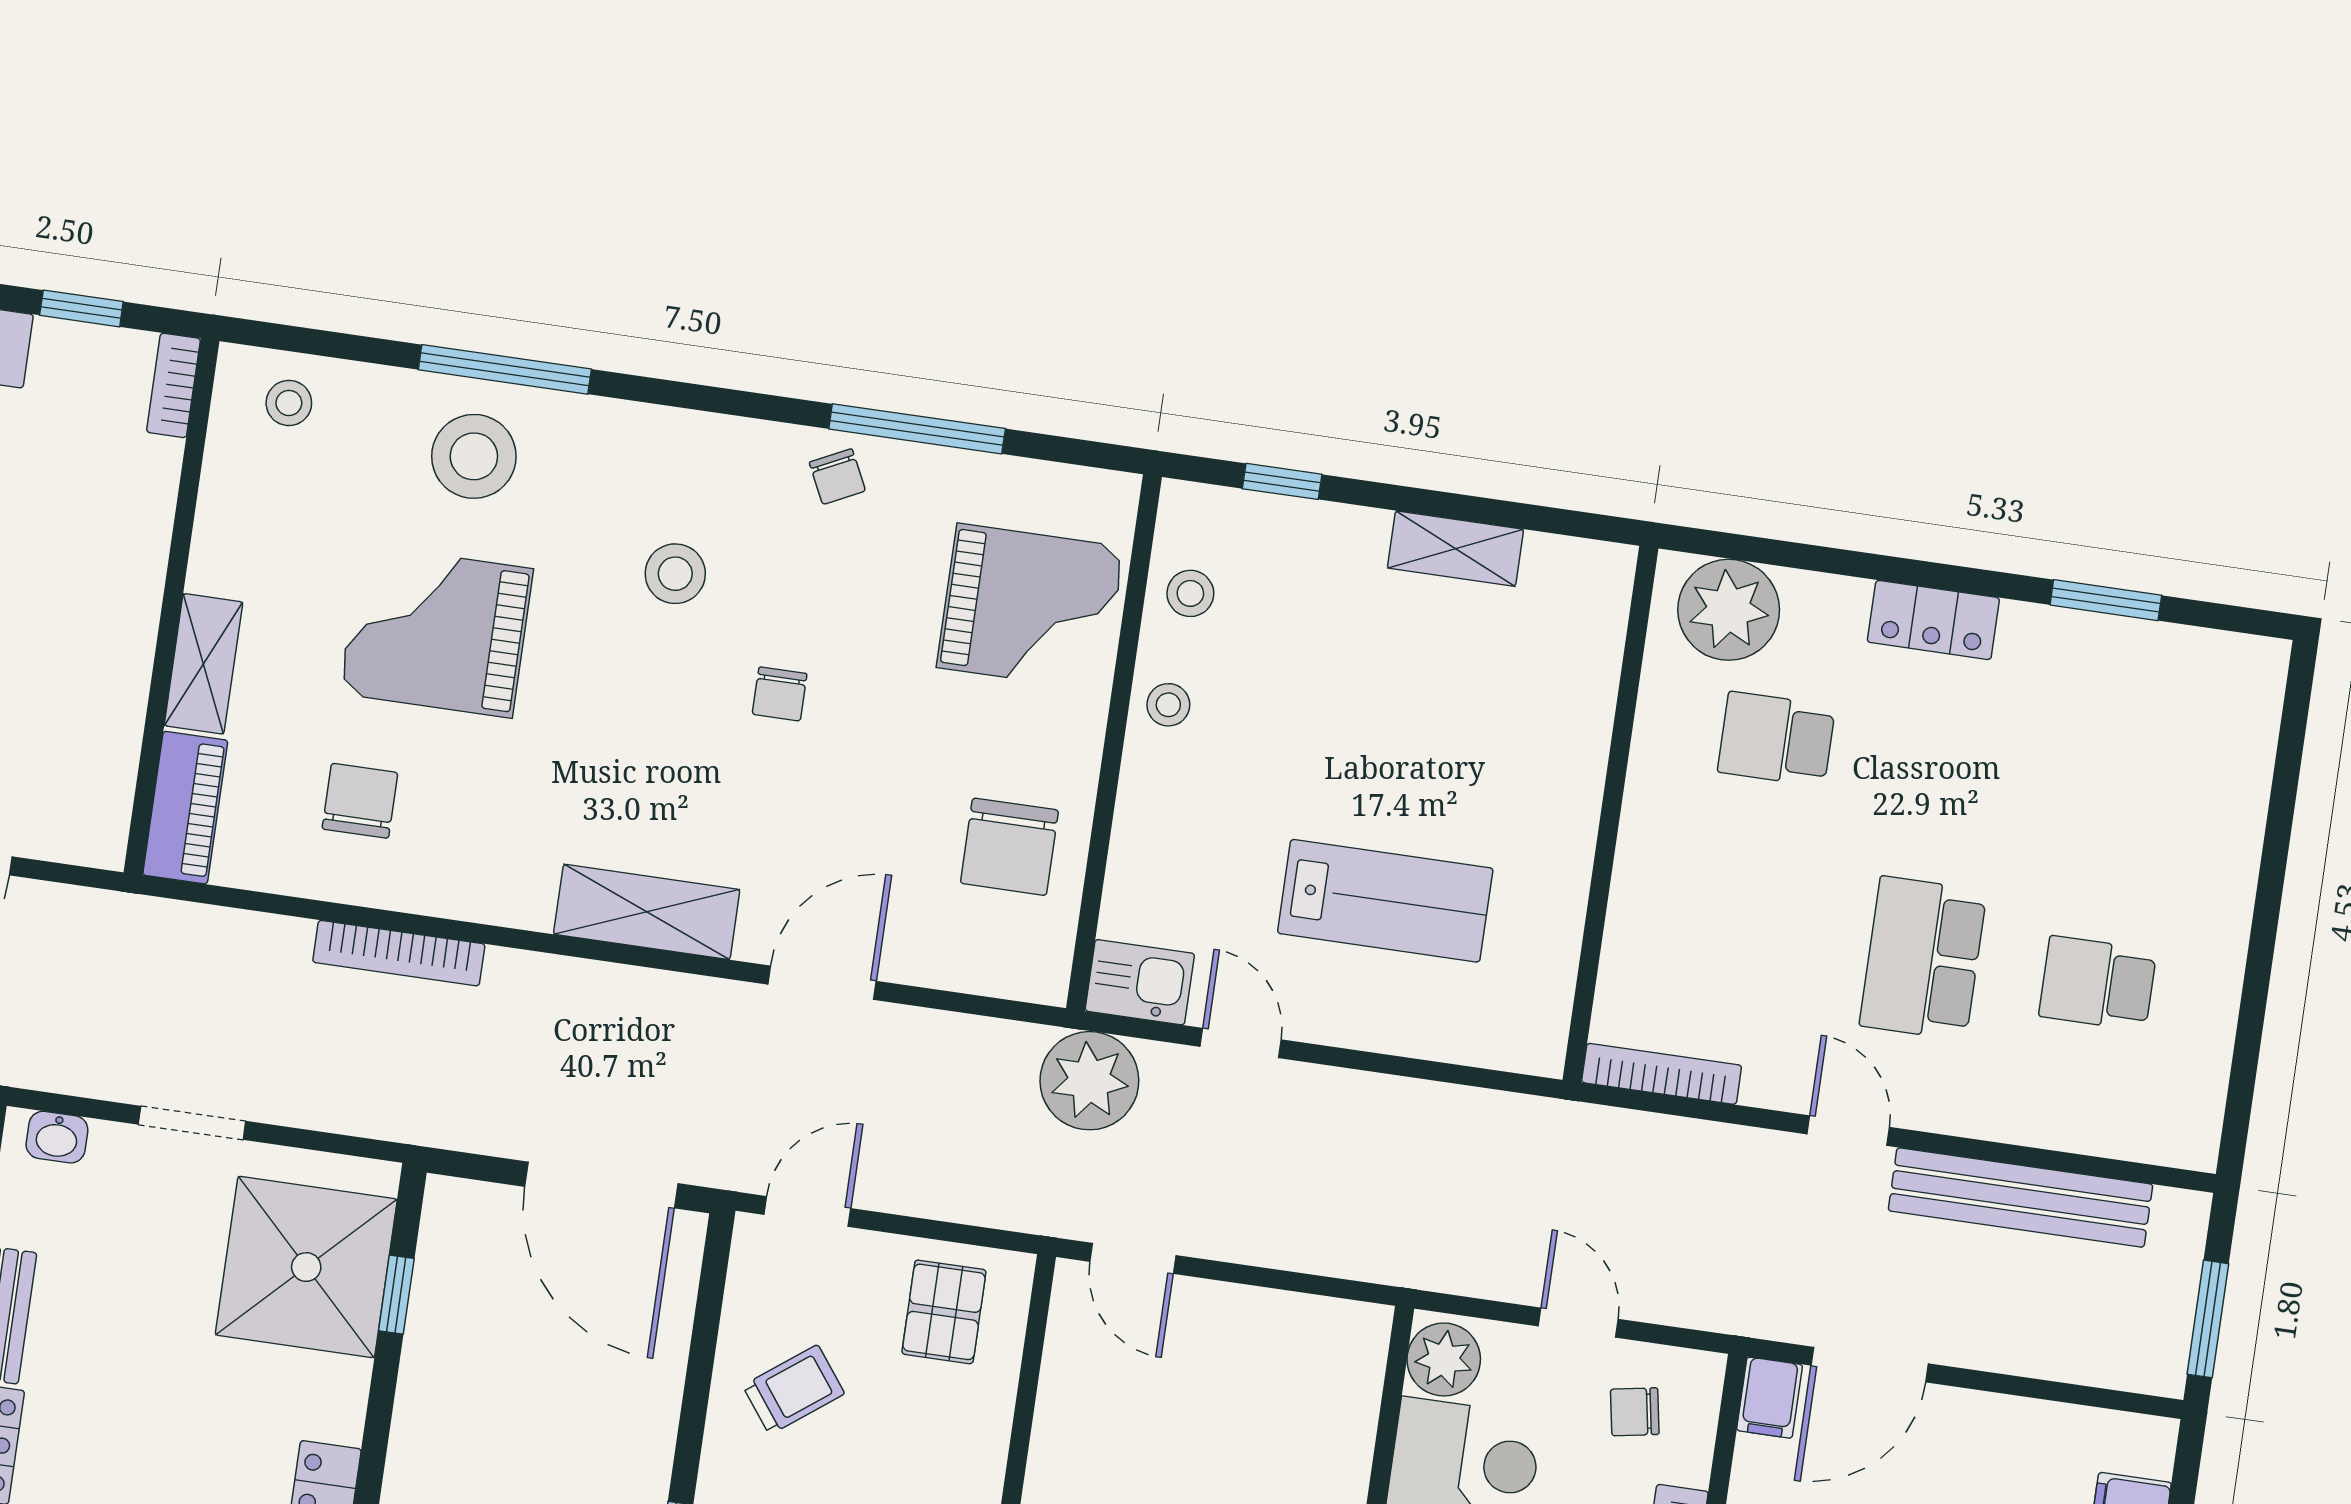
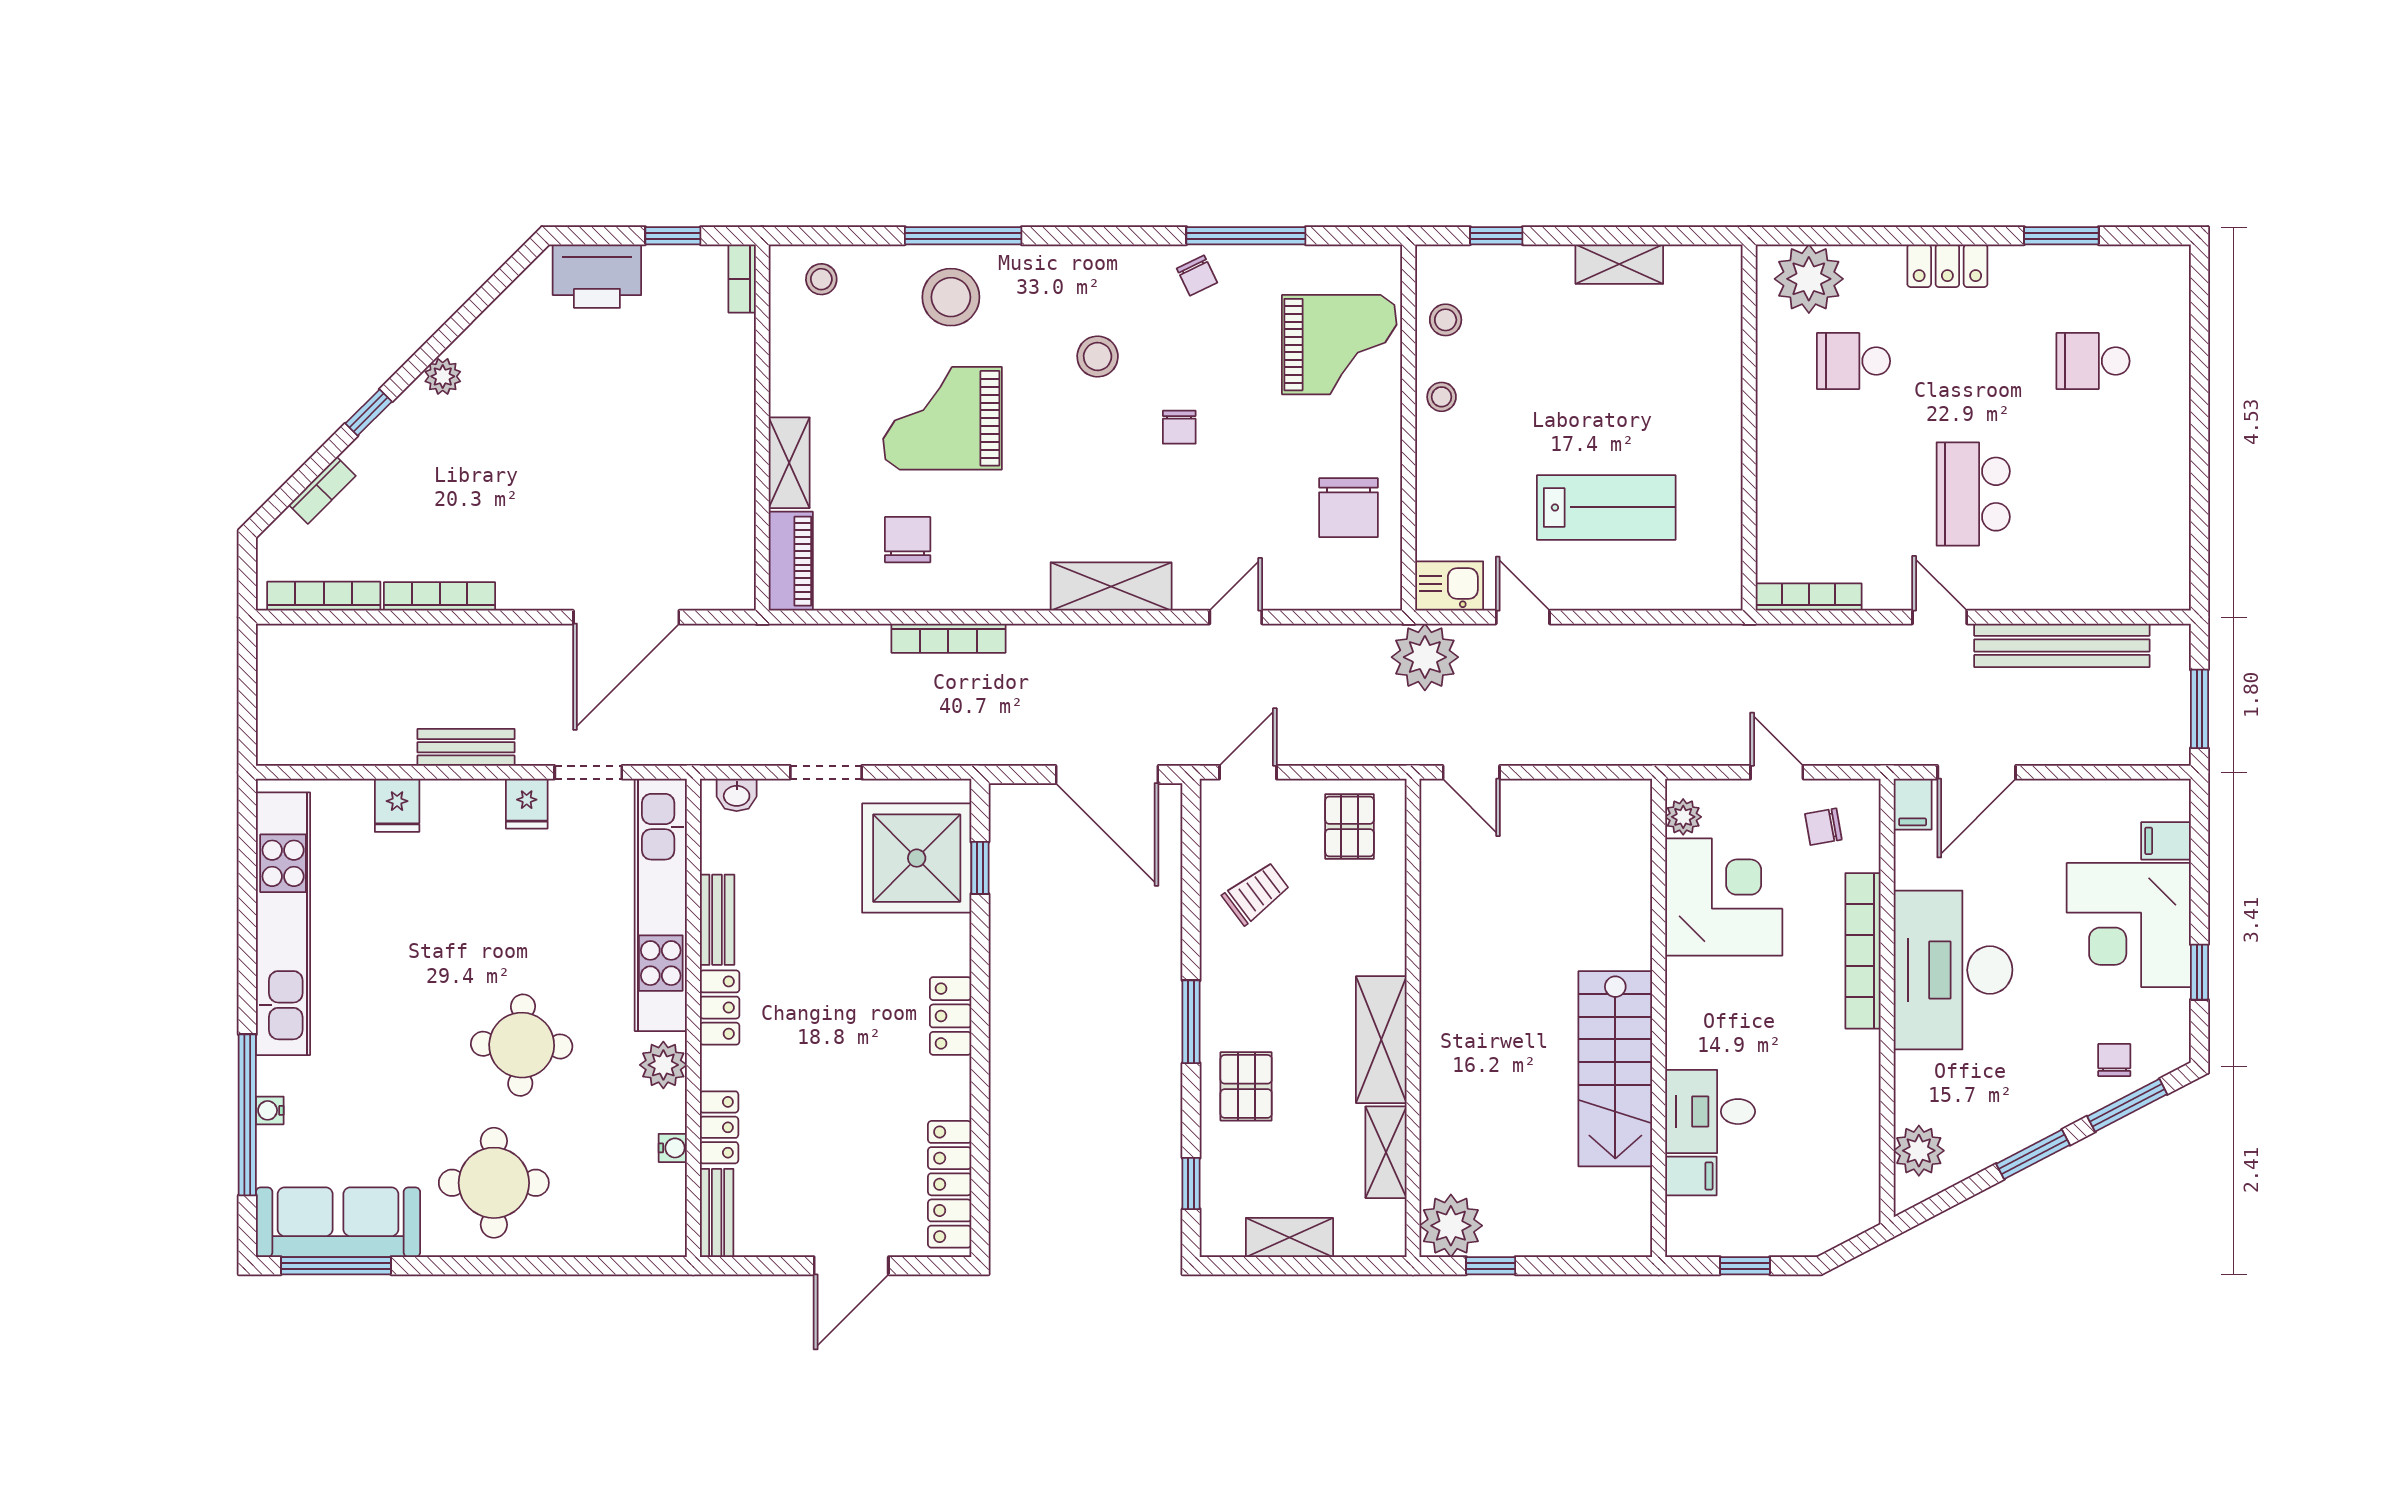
door: (822, 983) -> (1236, 617), width x0.73
school desk: (2098, 983) -> (2093, 361), moved
plant: (1444, 1359) -> (1683, 817), width x0.73, depth x0.73

